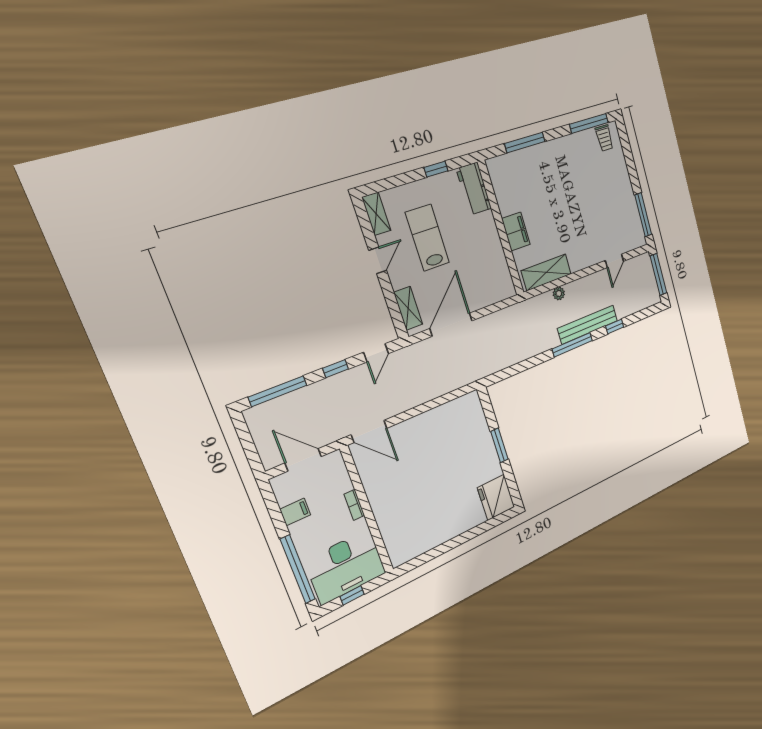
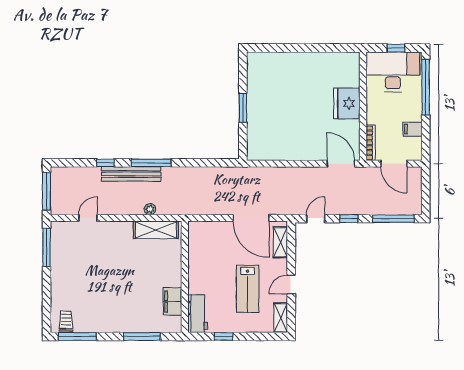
filing cabinet: (516, 231) -> (172, 302), moved
door: (451, 325) -> (251, 218), hinge flipped
fridge: (496, 497) -> (347, 104), moved, turned 180
bookcase: (354, 505) -> (371, 143), moved, width x1.56

